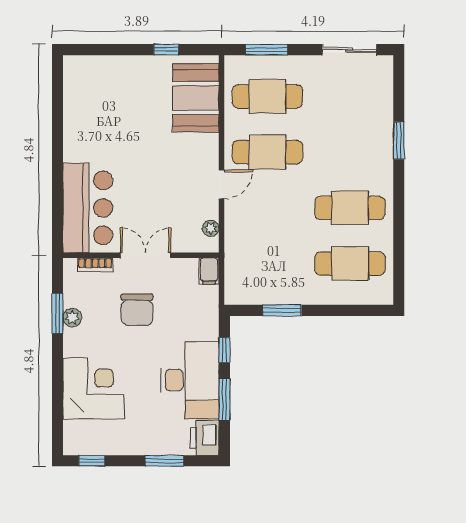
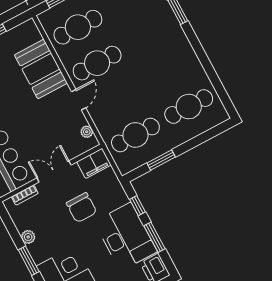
booth: (196, 98) -> (41, 69), moved
cafe table: (350, 208) -> (135, 135), moved
filing cabinet: (209, 271) -> (94, 163), width x2.00
chair: (137, 310) -> (82, 208), moved
window: (57, 313) -> (29, 261), moved

